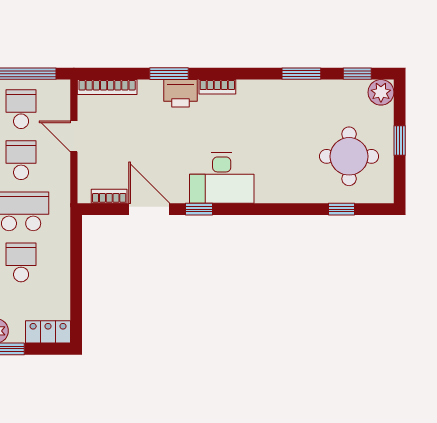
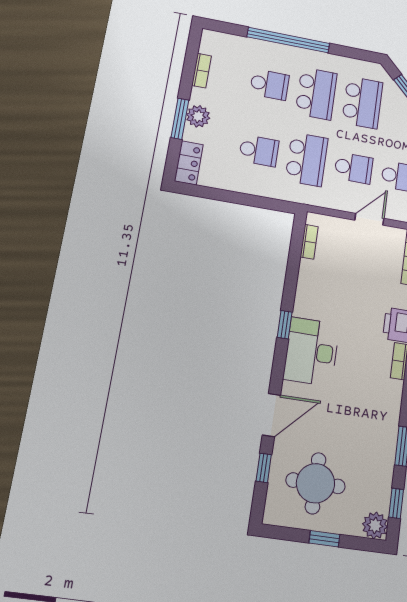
door: (149, 209) -> (271, 415), moved

